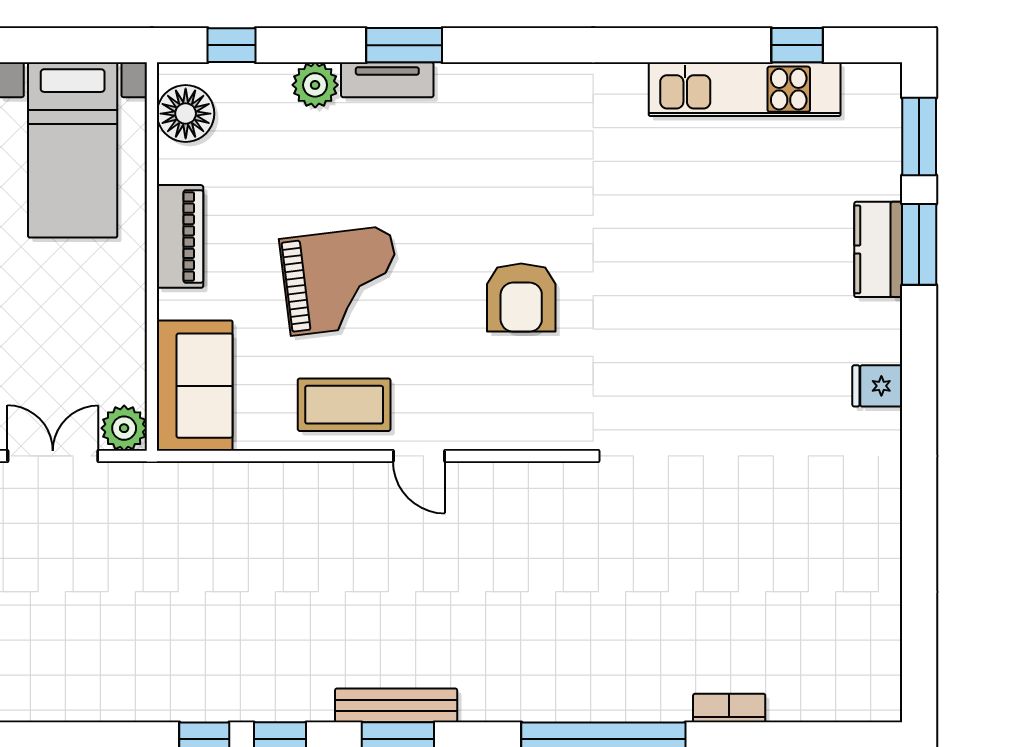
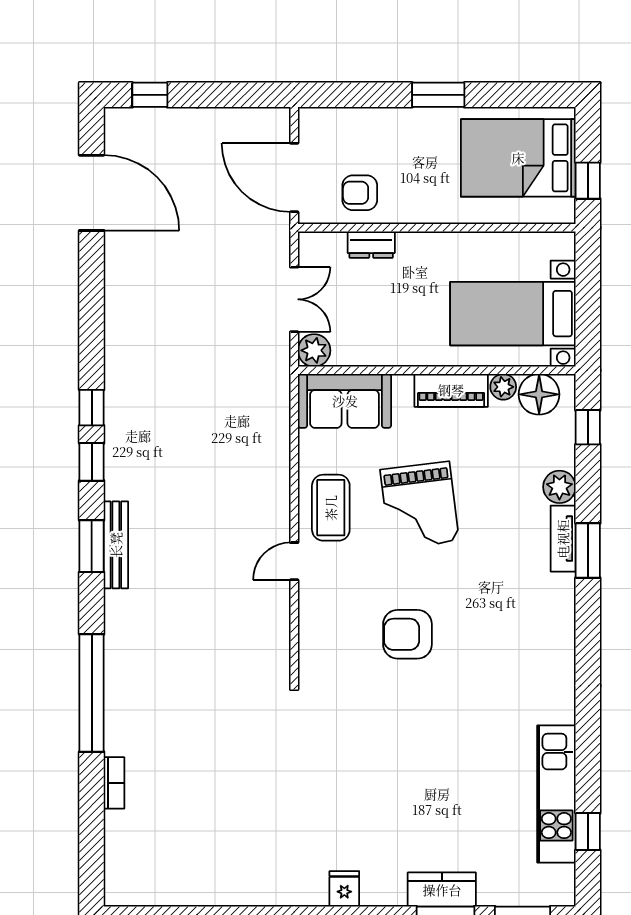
plant: (175, 164) -> (503, 387), added

